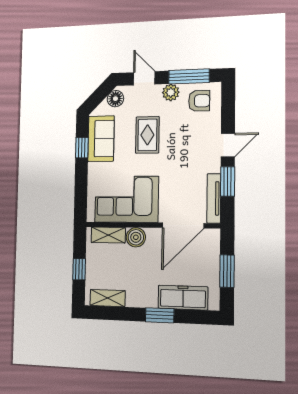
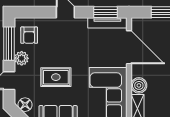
armchair: (199, 101) -> (29, 35), turned 180
window: (228, 182) -> (106, 12), moved

